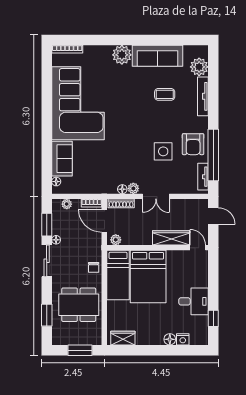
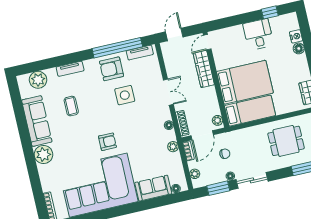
tv unit: (203, 96) -> (70, 69), width x0.71
armchair: (120, 123) -> (107, 142), added
armchair: (193, 144) -> (112, 69), turned 180
plant: (133, 188) -> (173, 147), moved
chair: (94, 267) -> (225, 154), moved
dining table: (79, 305) -> (286, 141), width x0.73

